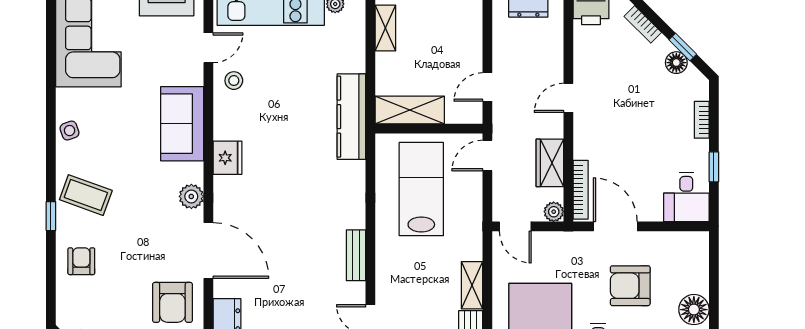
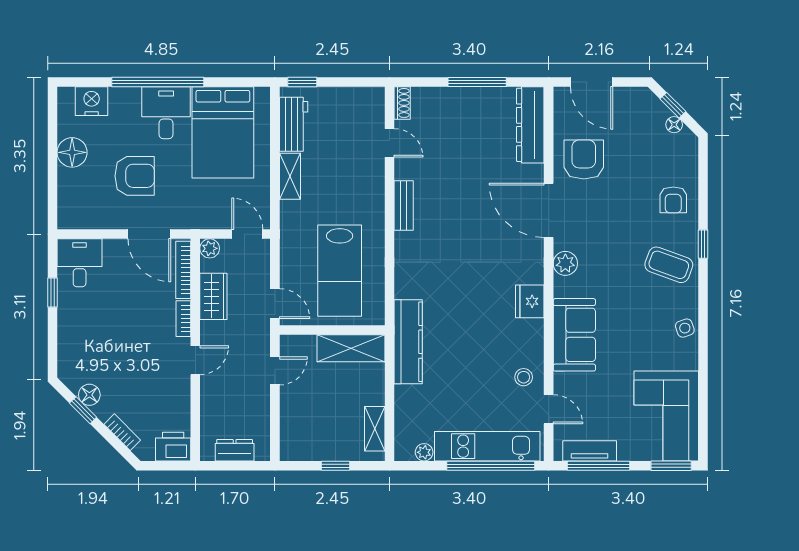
door: (208, 48) -> (549, 409), swing flipped
bookcase: (702, 120) -> (183, 319), moved, turned 180
door: (487, 155) -> (275, 304), hinge flipped

